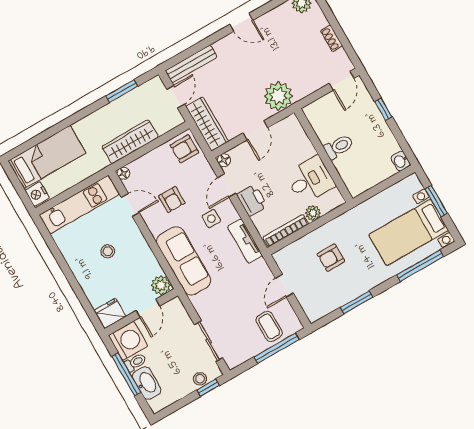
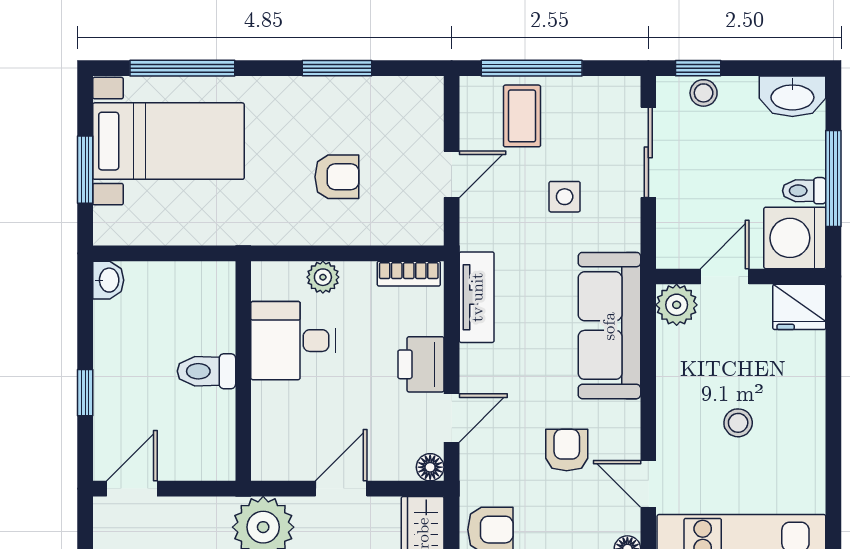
side table: (211, 219) -> (565, 197), moved
bookcase: (286, 231) -> (409, 274), width x0.64
washbasin: (147, 383) -> (792, 96), moved, turned -90

